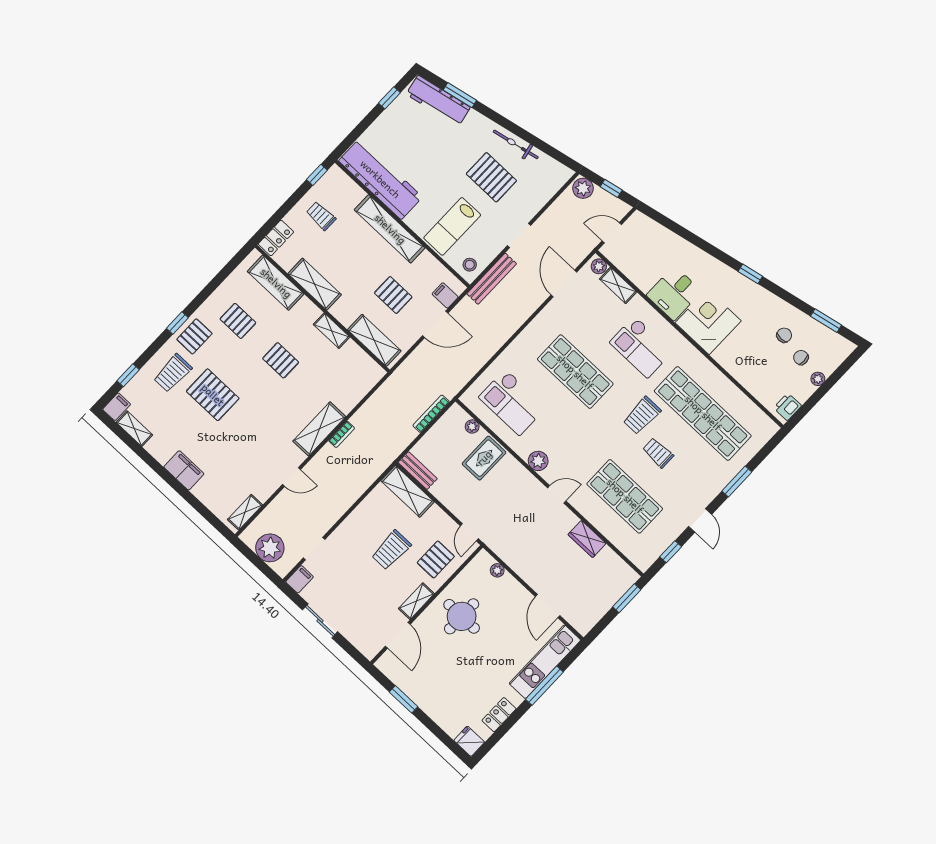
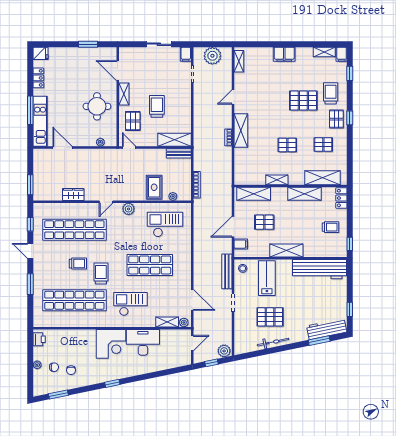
shelving: (390, 229) -> (286, 251), width x0.68
desk: (674, 293) -> (143, 342), width x1.37
shop shelf: (625, 496) -> (74, 230), width x1.40

